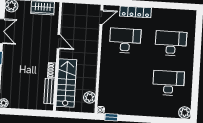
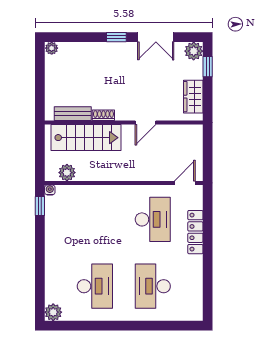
door: (101, 17) -> (185, 183), swing flipped
desk: (171, 43) -> (153, 286), turned 180

